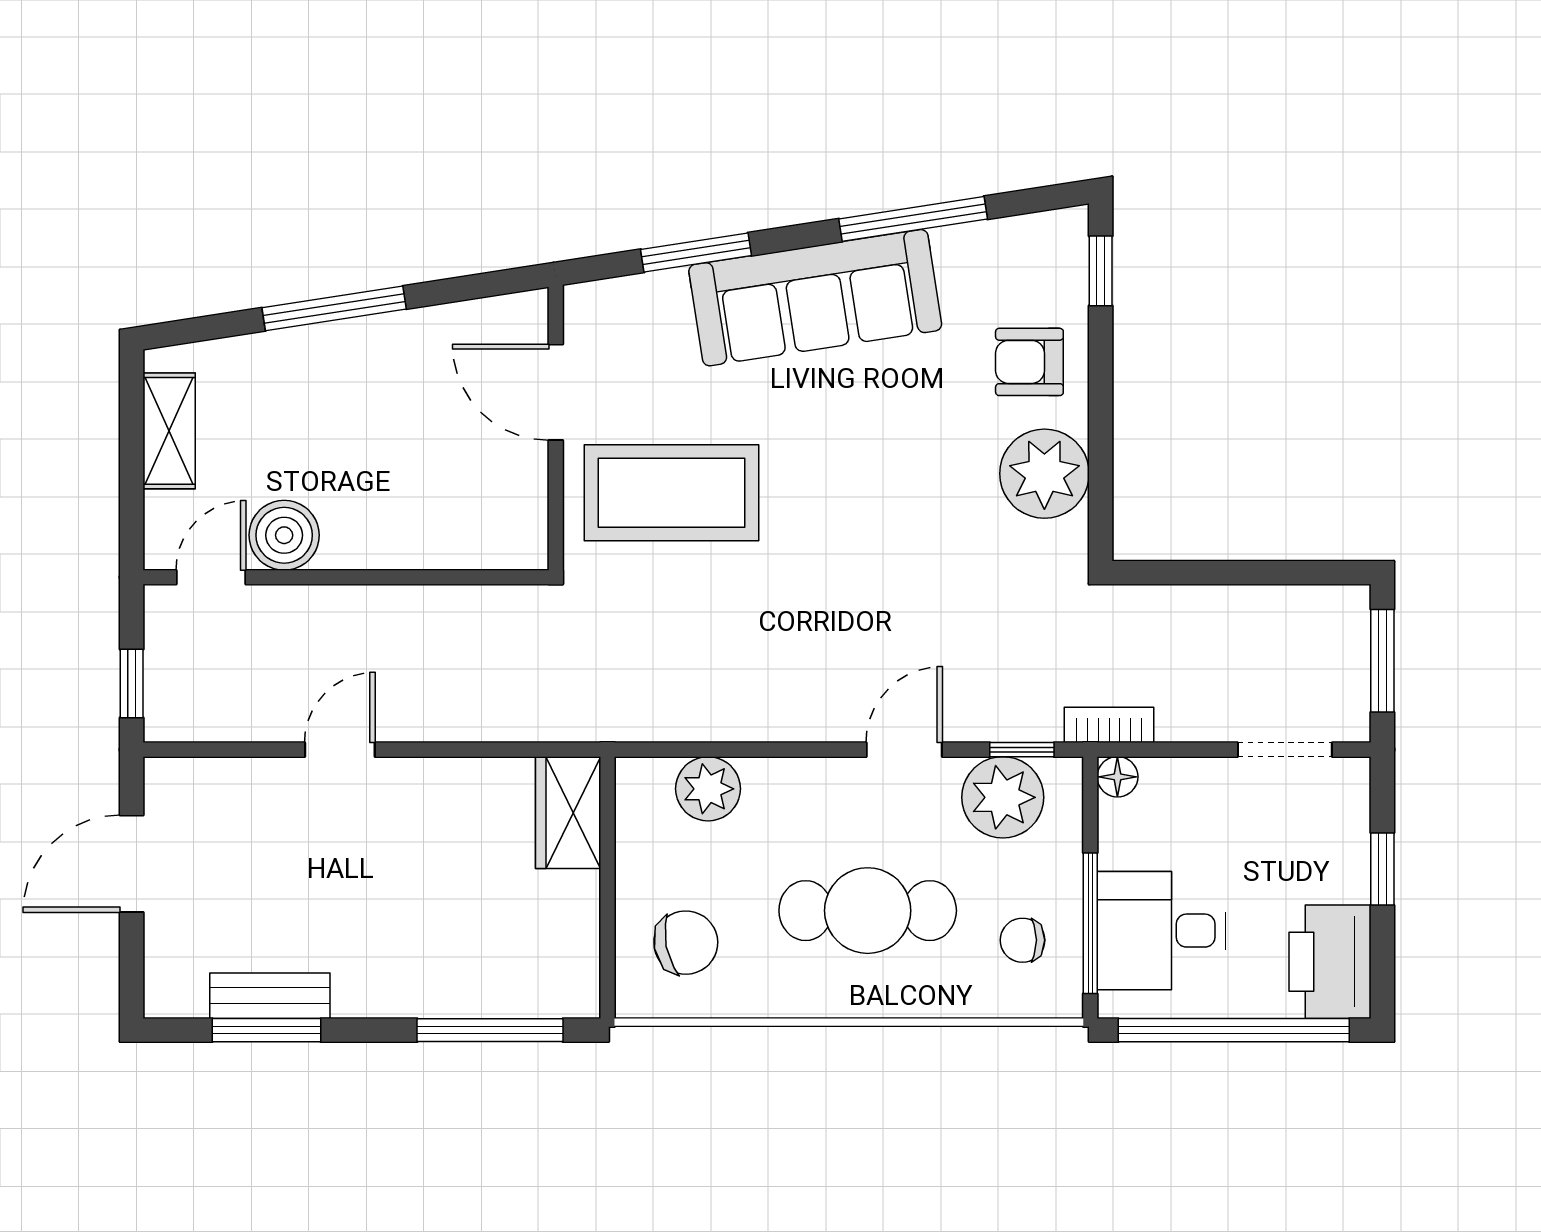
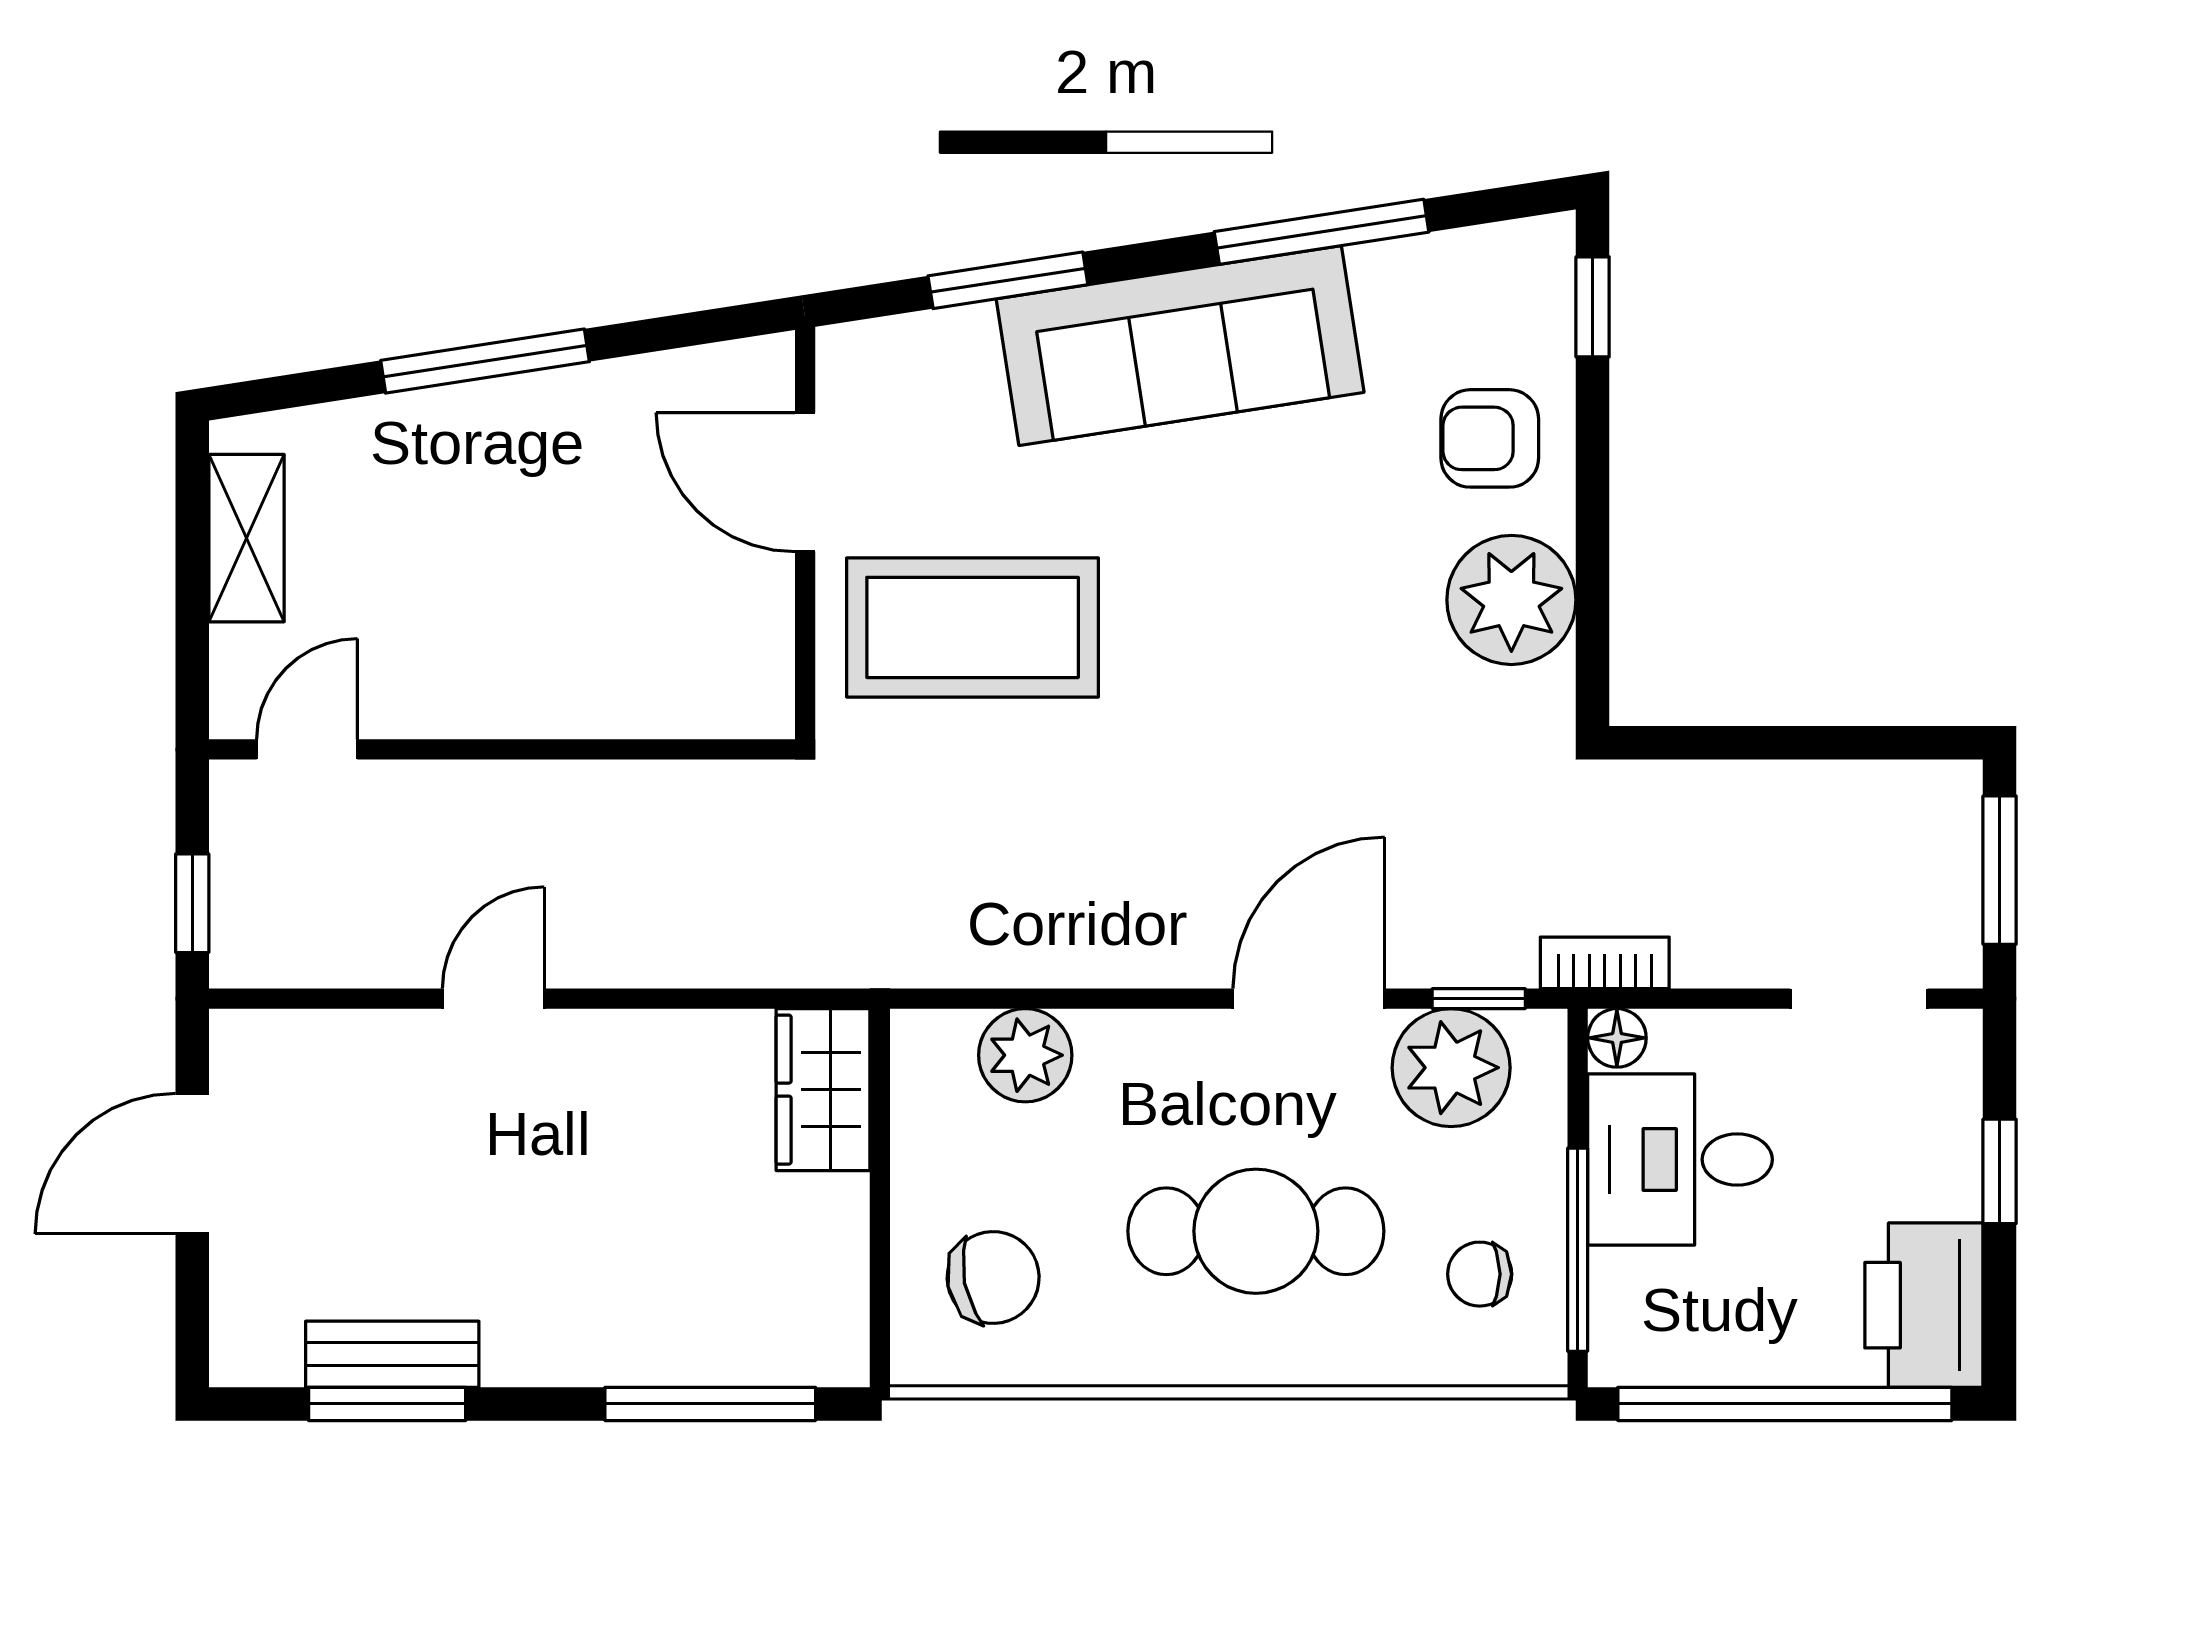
boiler: (284, 535) -> (413, 689), removed
door: (904, 750) -> (1309, 999), width x1.38
desk: (1161, 931) -> (1680, 1159), moved

